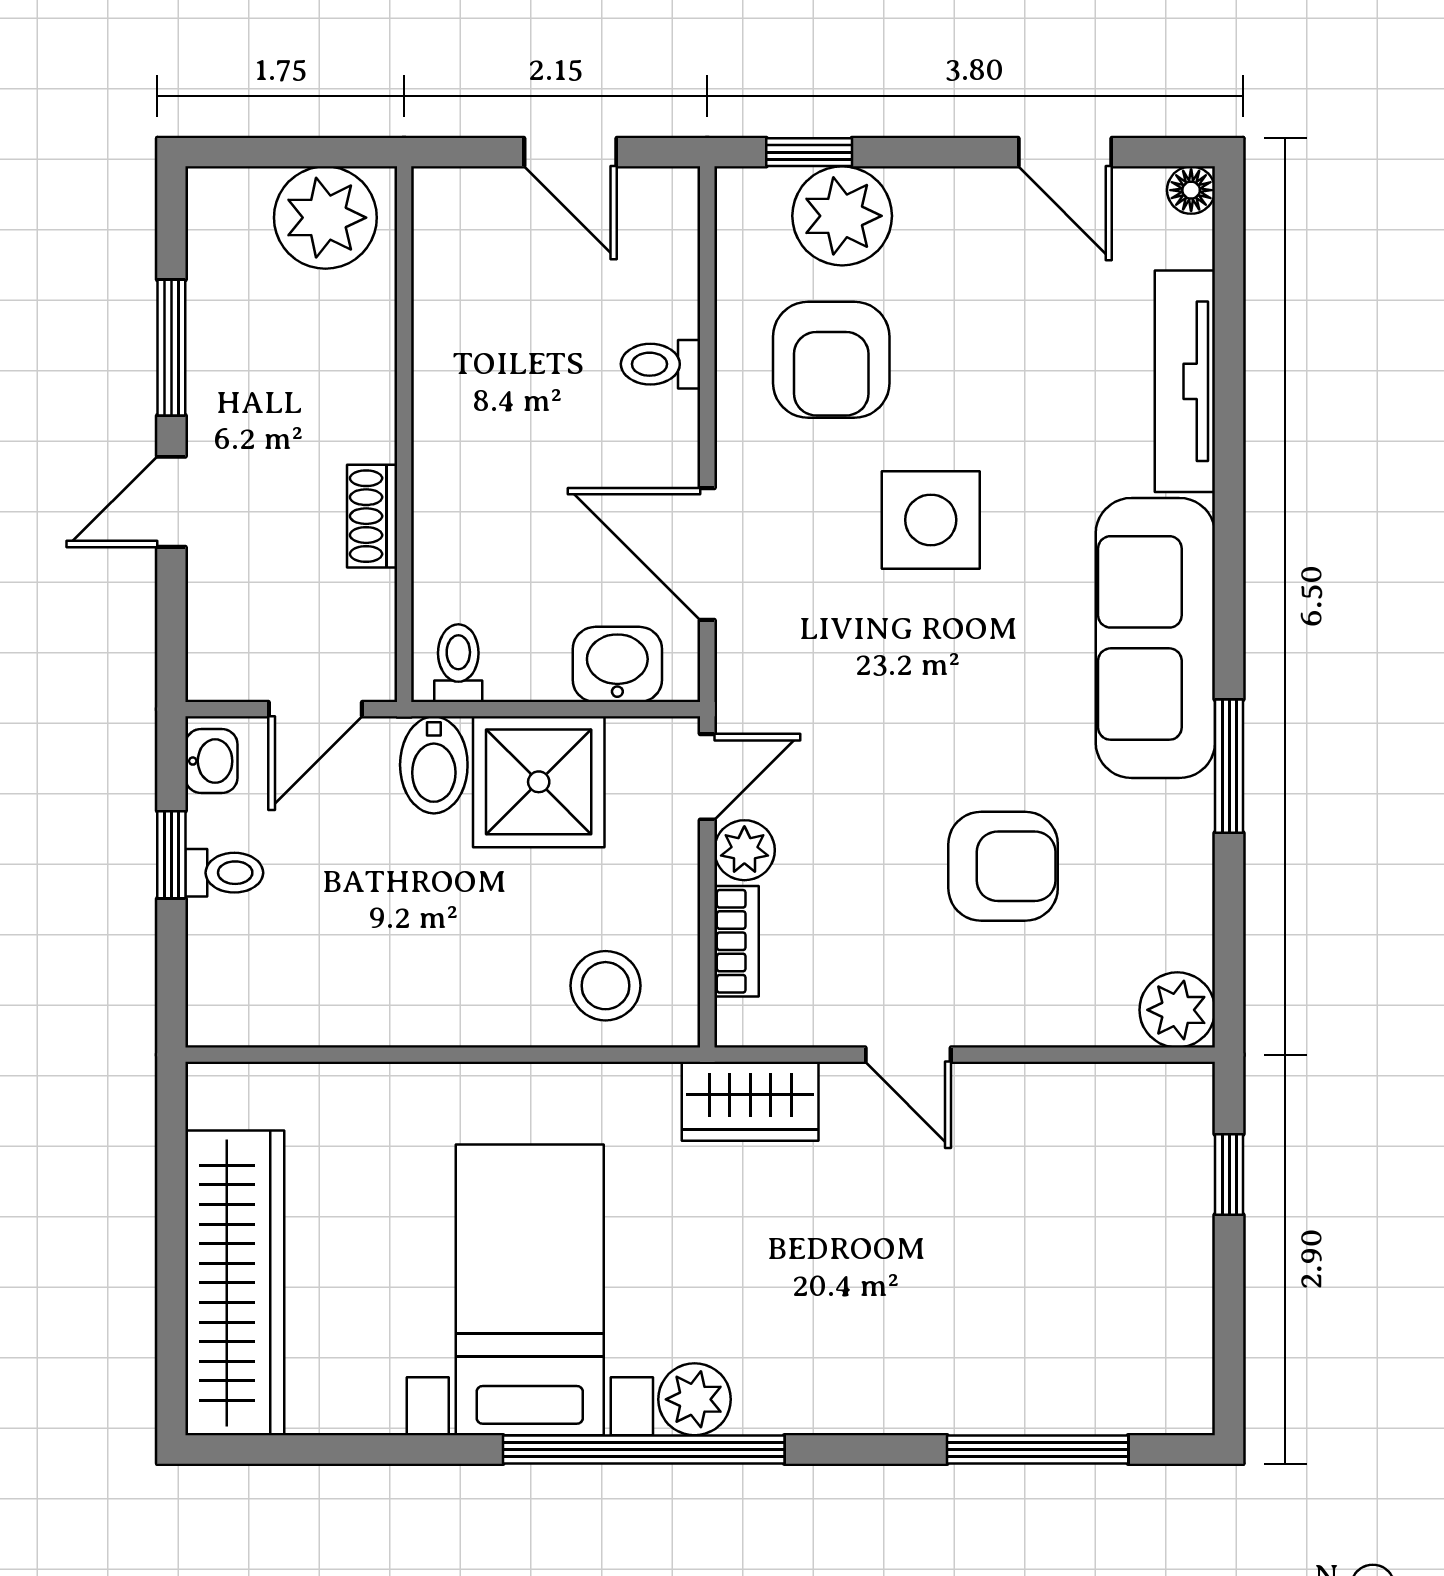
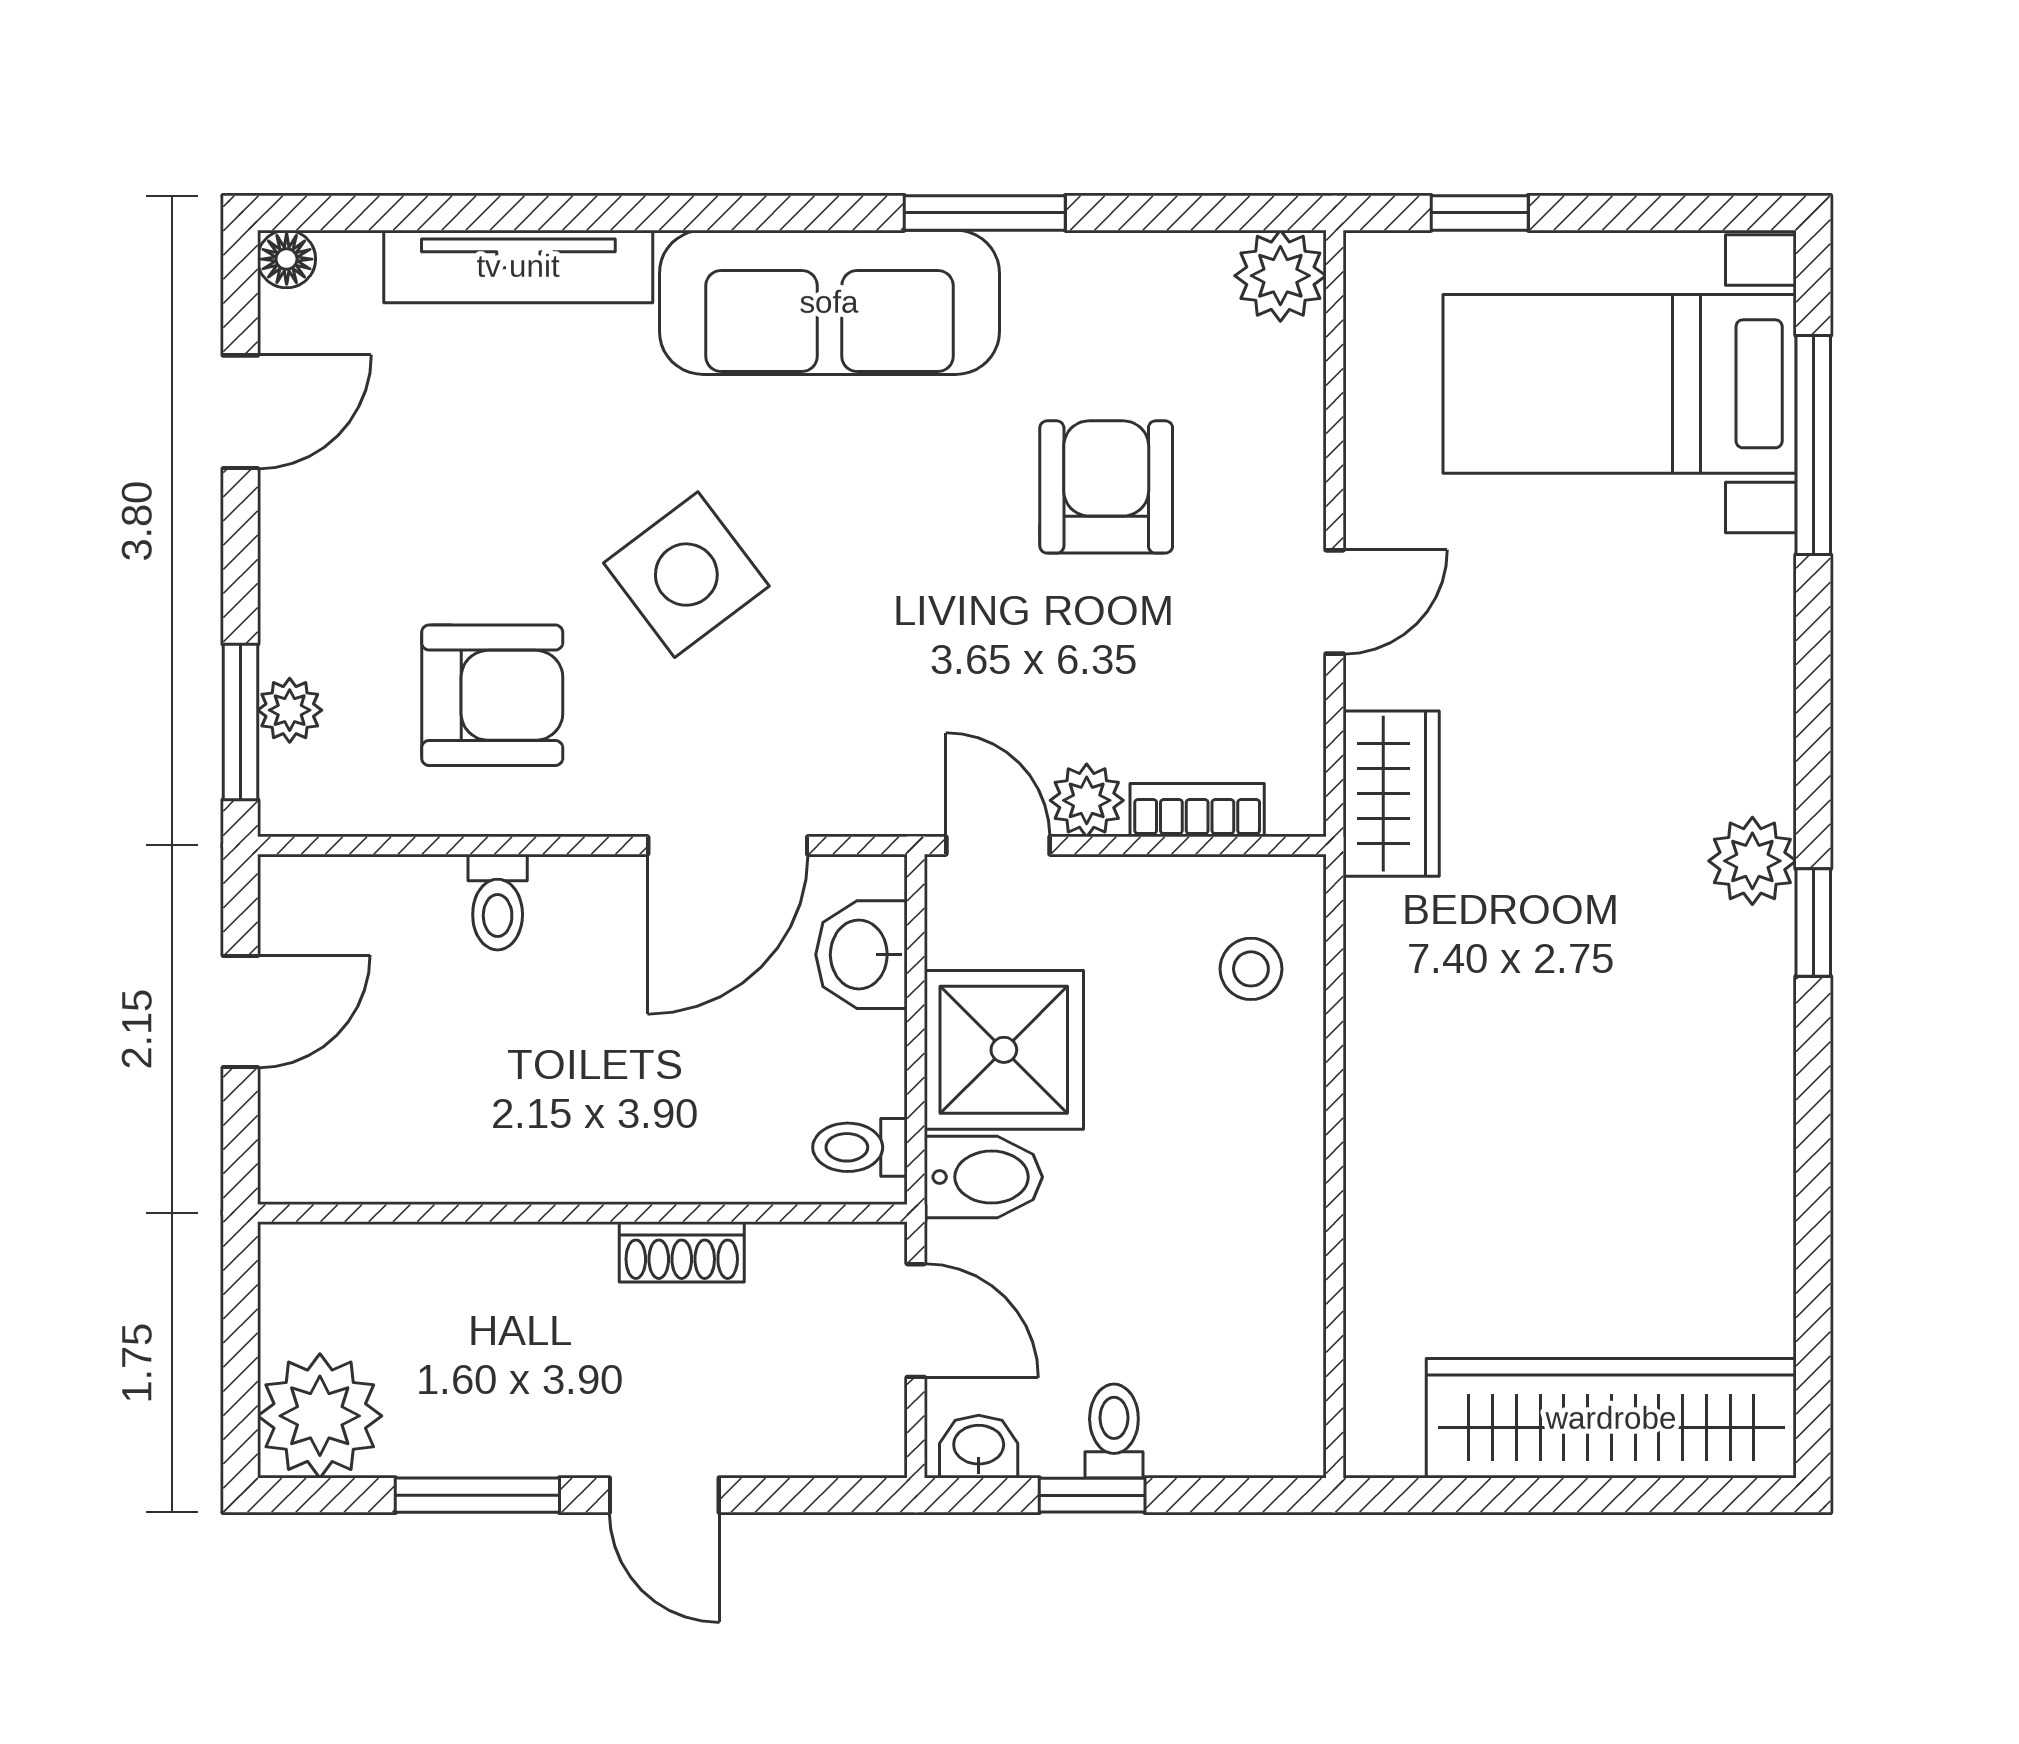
window: (809, 152) -> (240, 722), width x1.50
plant: (842, 216) -> (290, 710), width x0.53, depth x0.53
plant: (325, 218) -> (320, 1416), moved
side table: (931, 520) -> (686, 575), turned -37
stool: (605, 986) -> (1251, 969), width x0.73, depth x0.73
bed with nightstands: (530, 1290) -> (1620, 384), moved
window: (644, 1450) -> (1813, 922), width x0.32

